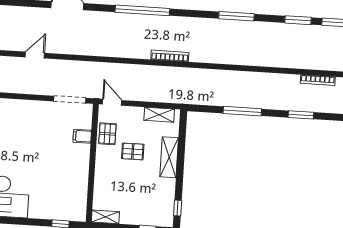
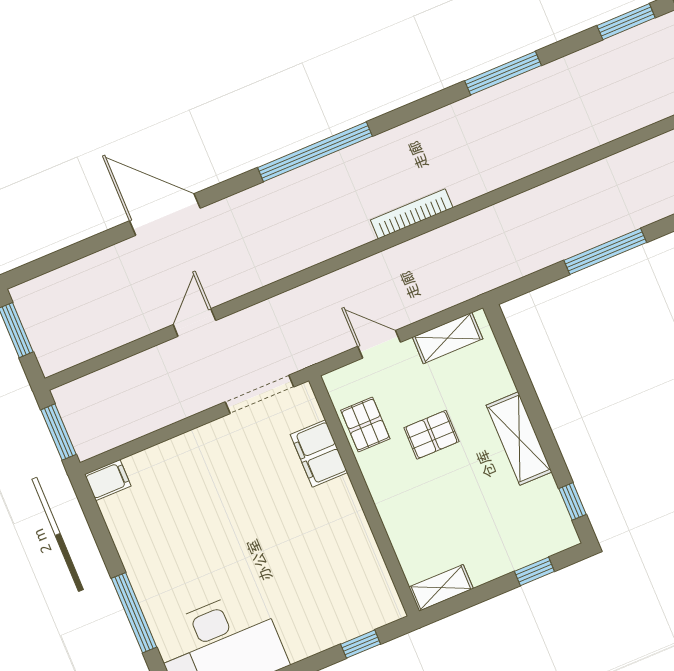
door: (35, 55) -> (194, 323), moved
door: (112, 102) -> (379, 344), moved
filing cabinet: (82, 136) -> (319, 453), width x2.00
shelving: (169, 157) -> (519, 439), moved

